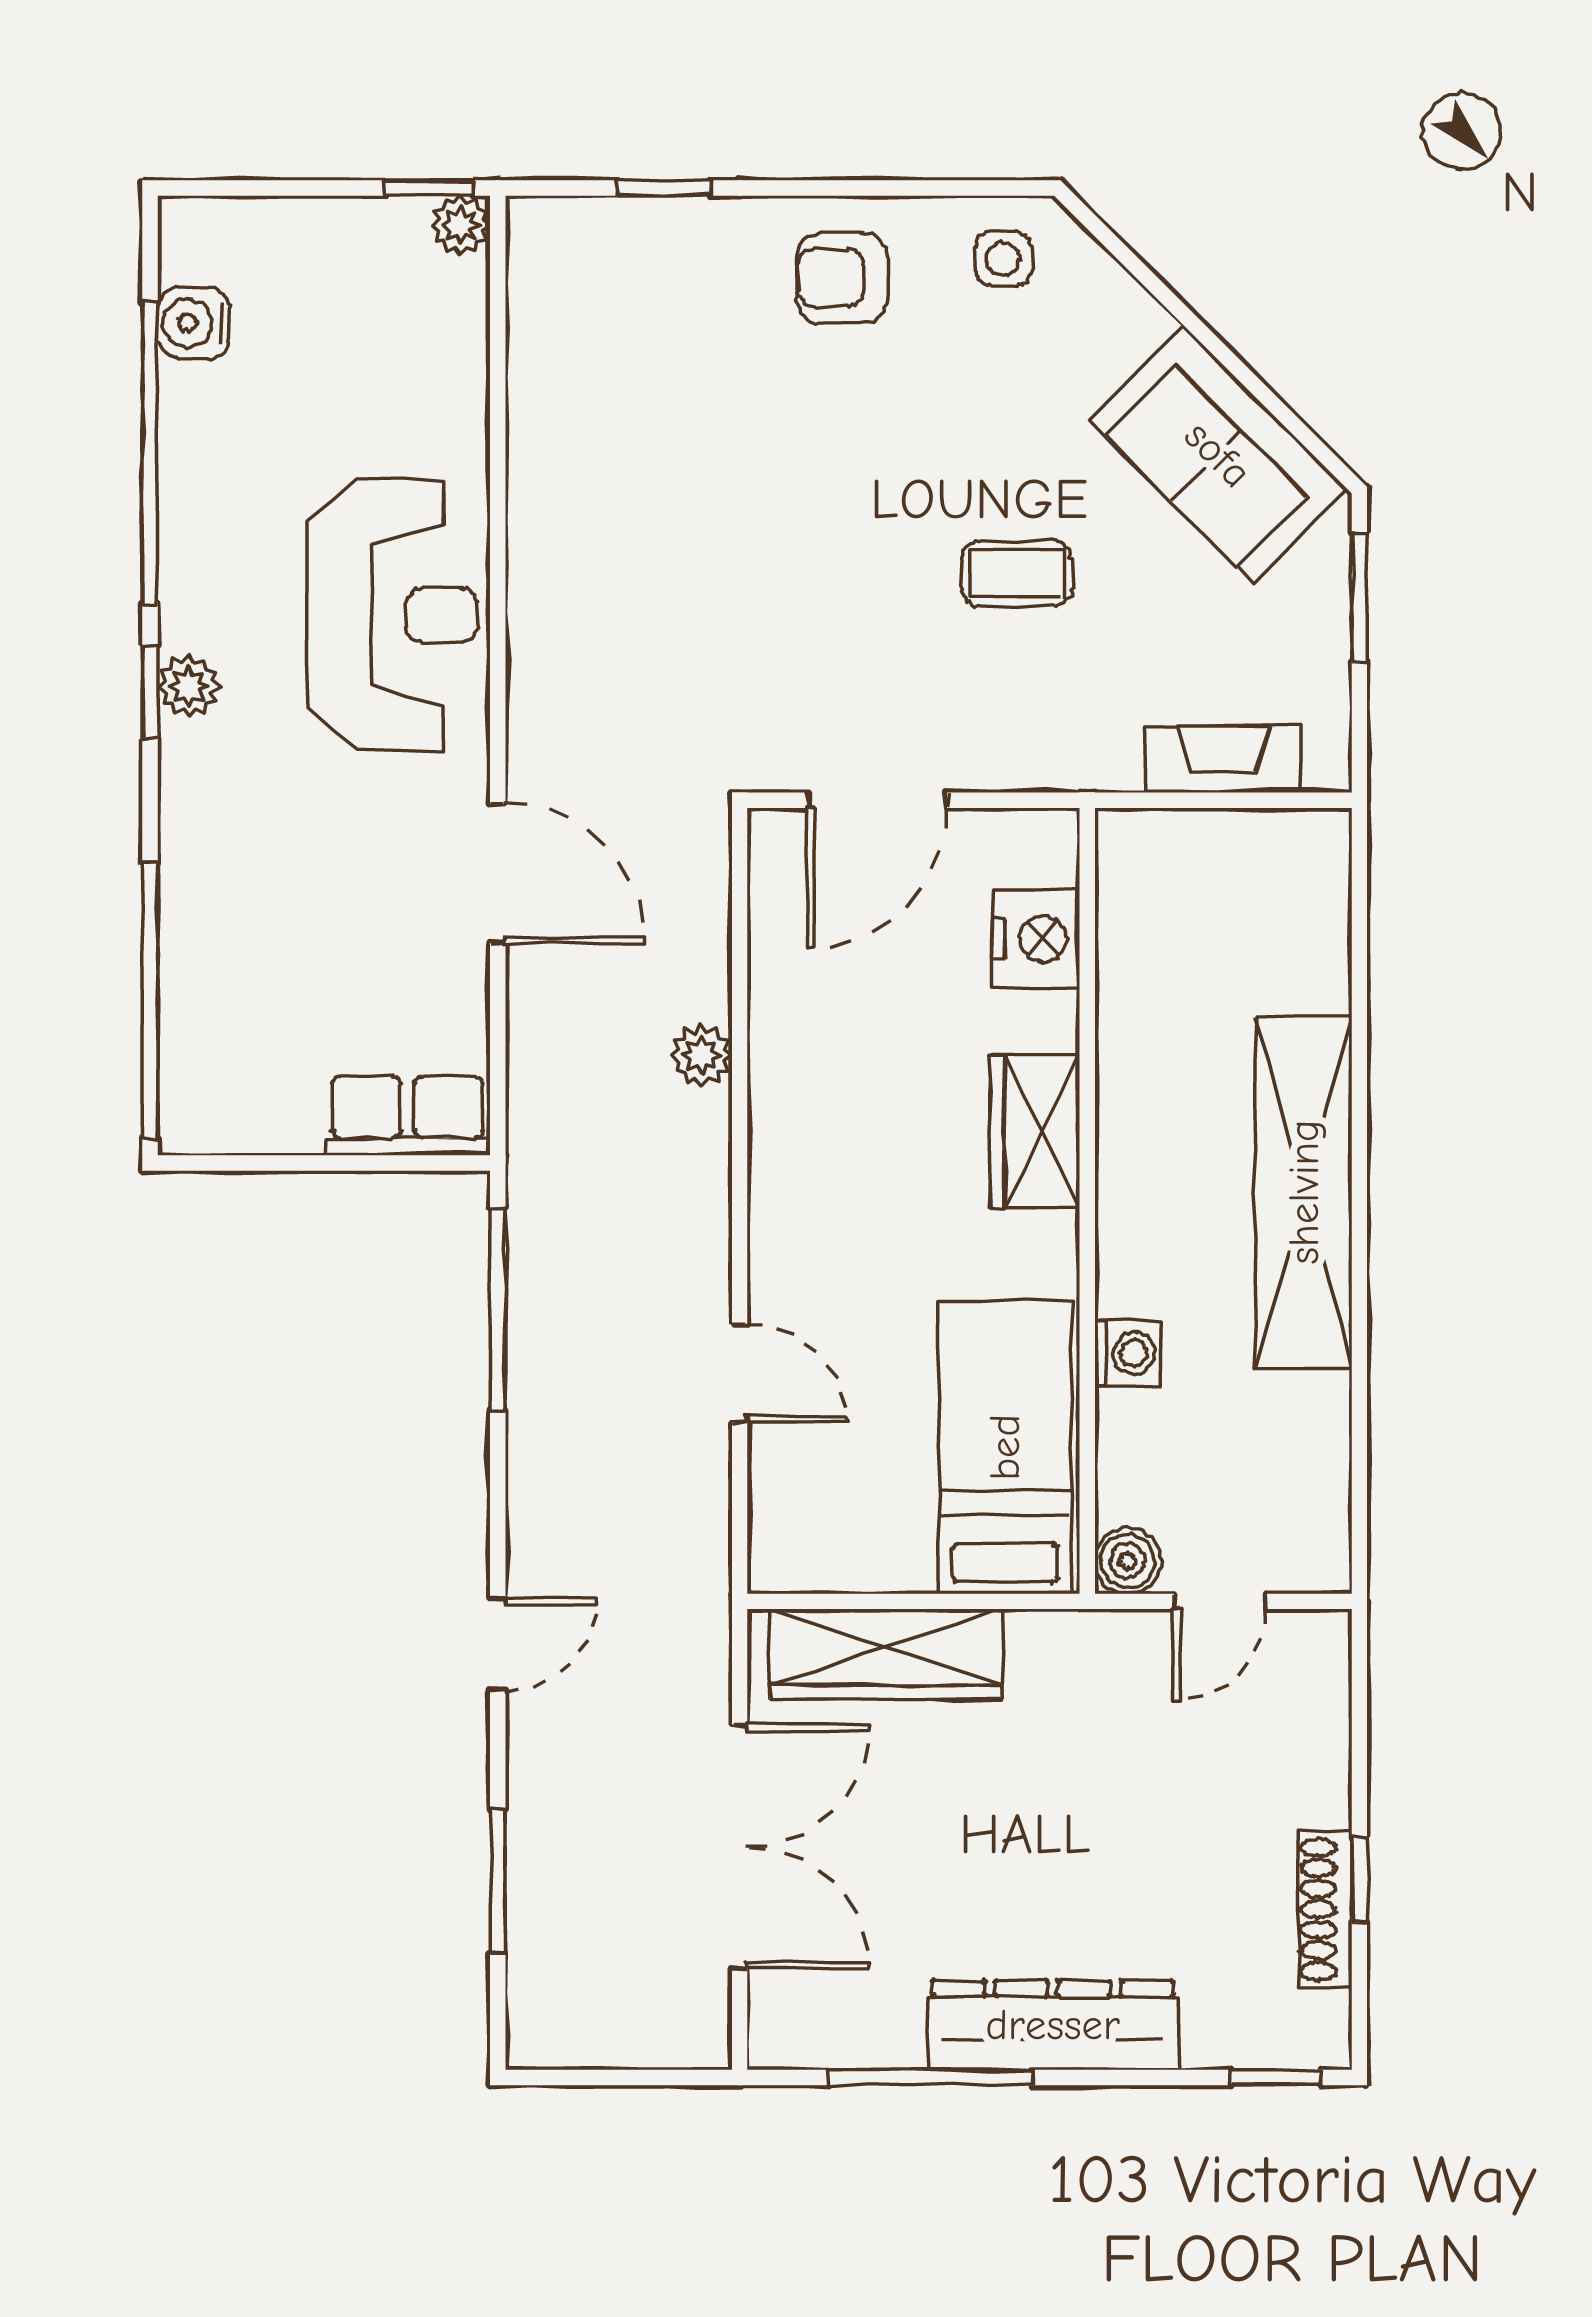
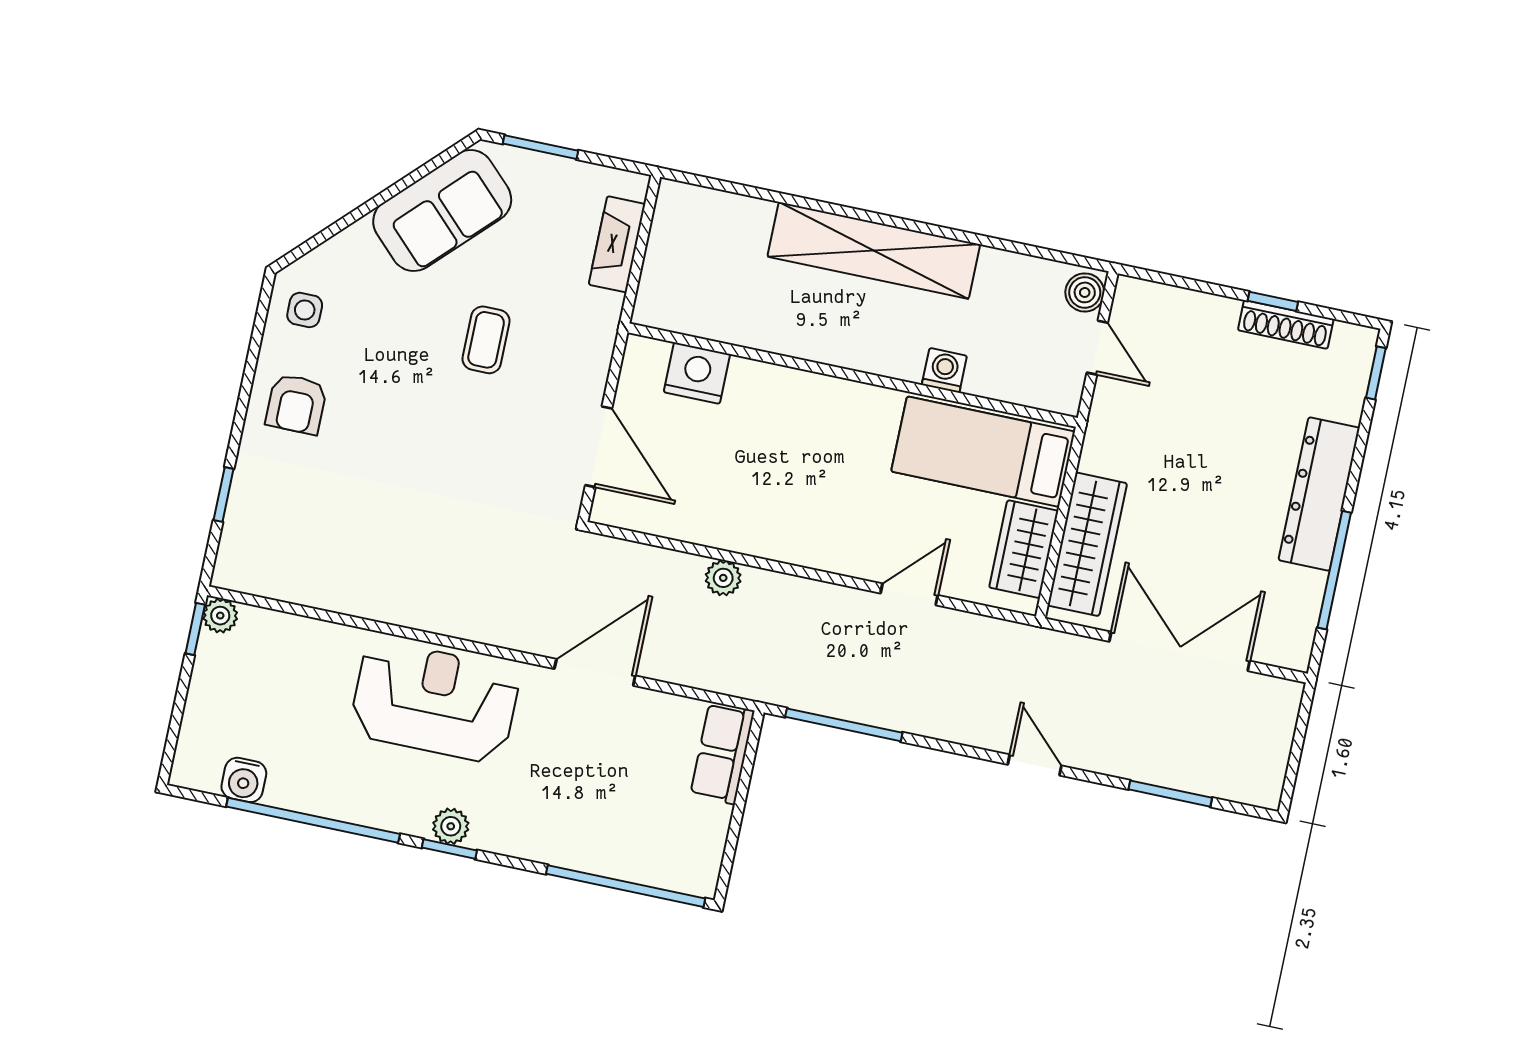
wardrobe: (1035, 1131) -> (1024, 549), moved, turned 90
boiler: (1128, 1561) -> (1085, 292), moved

